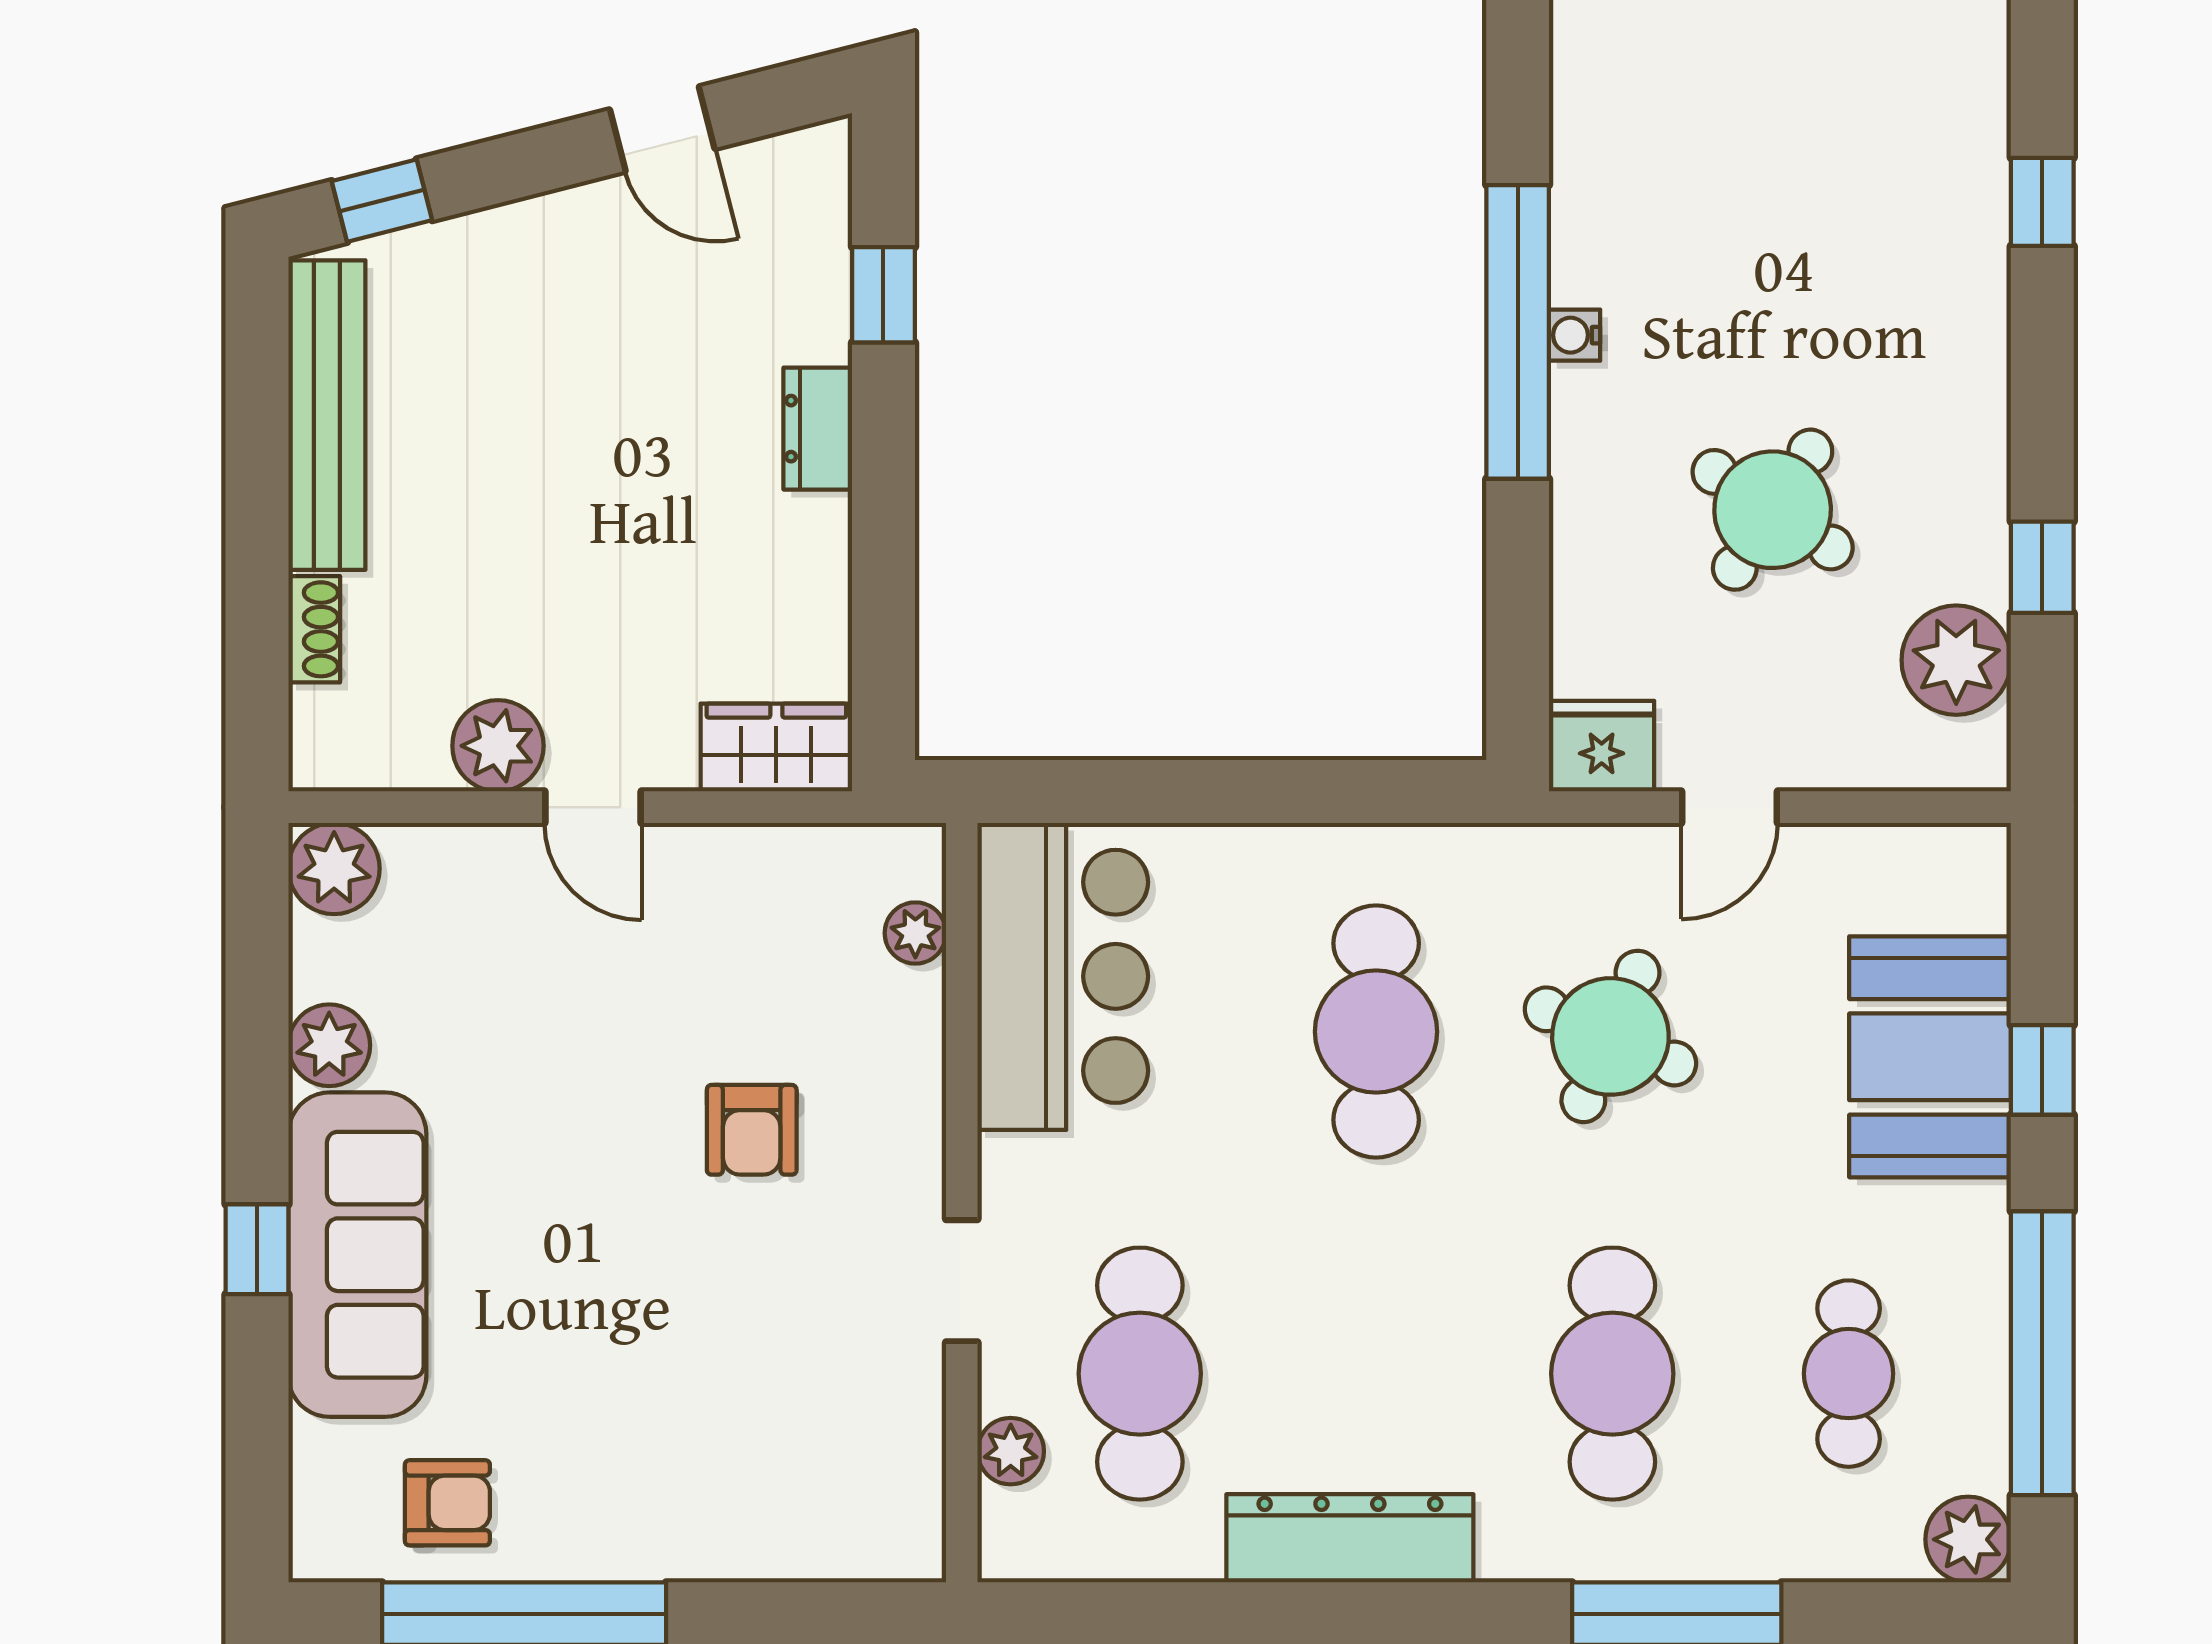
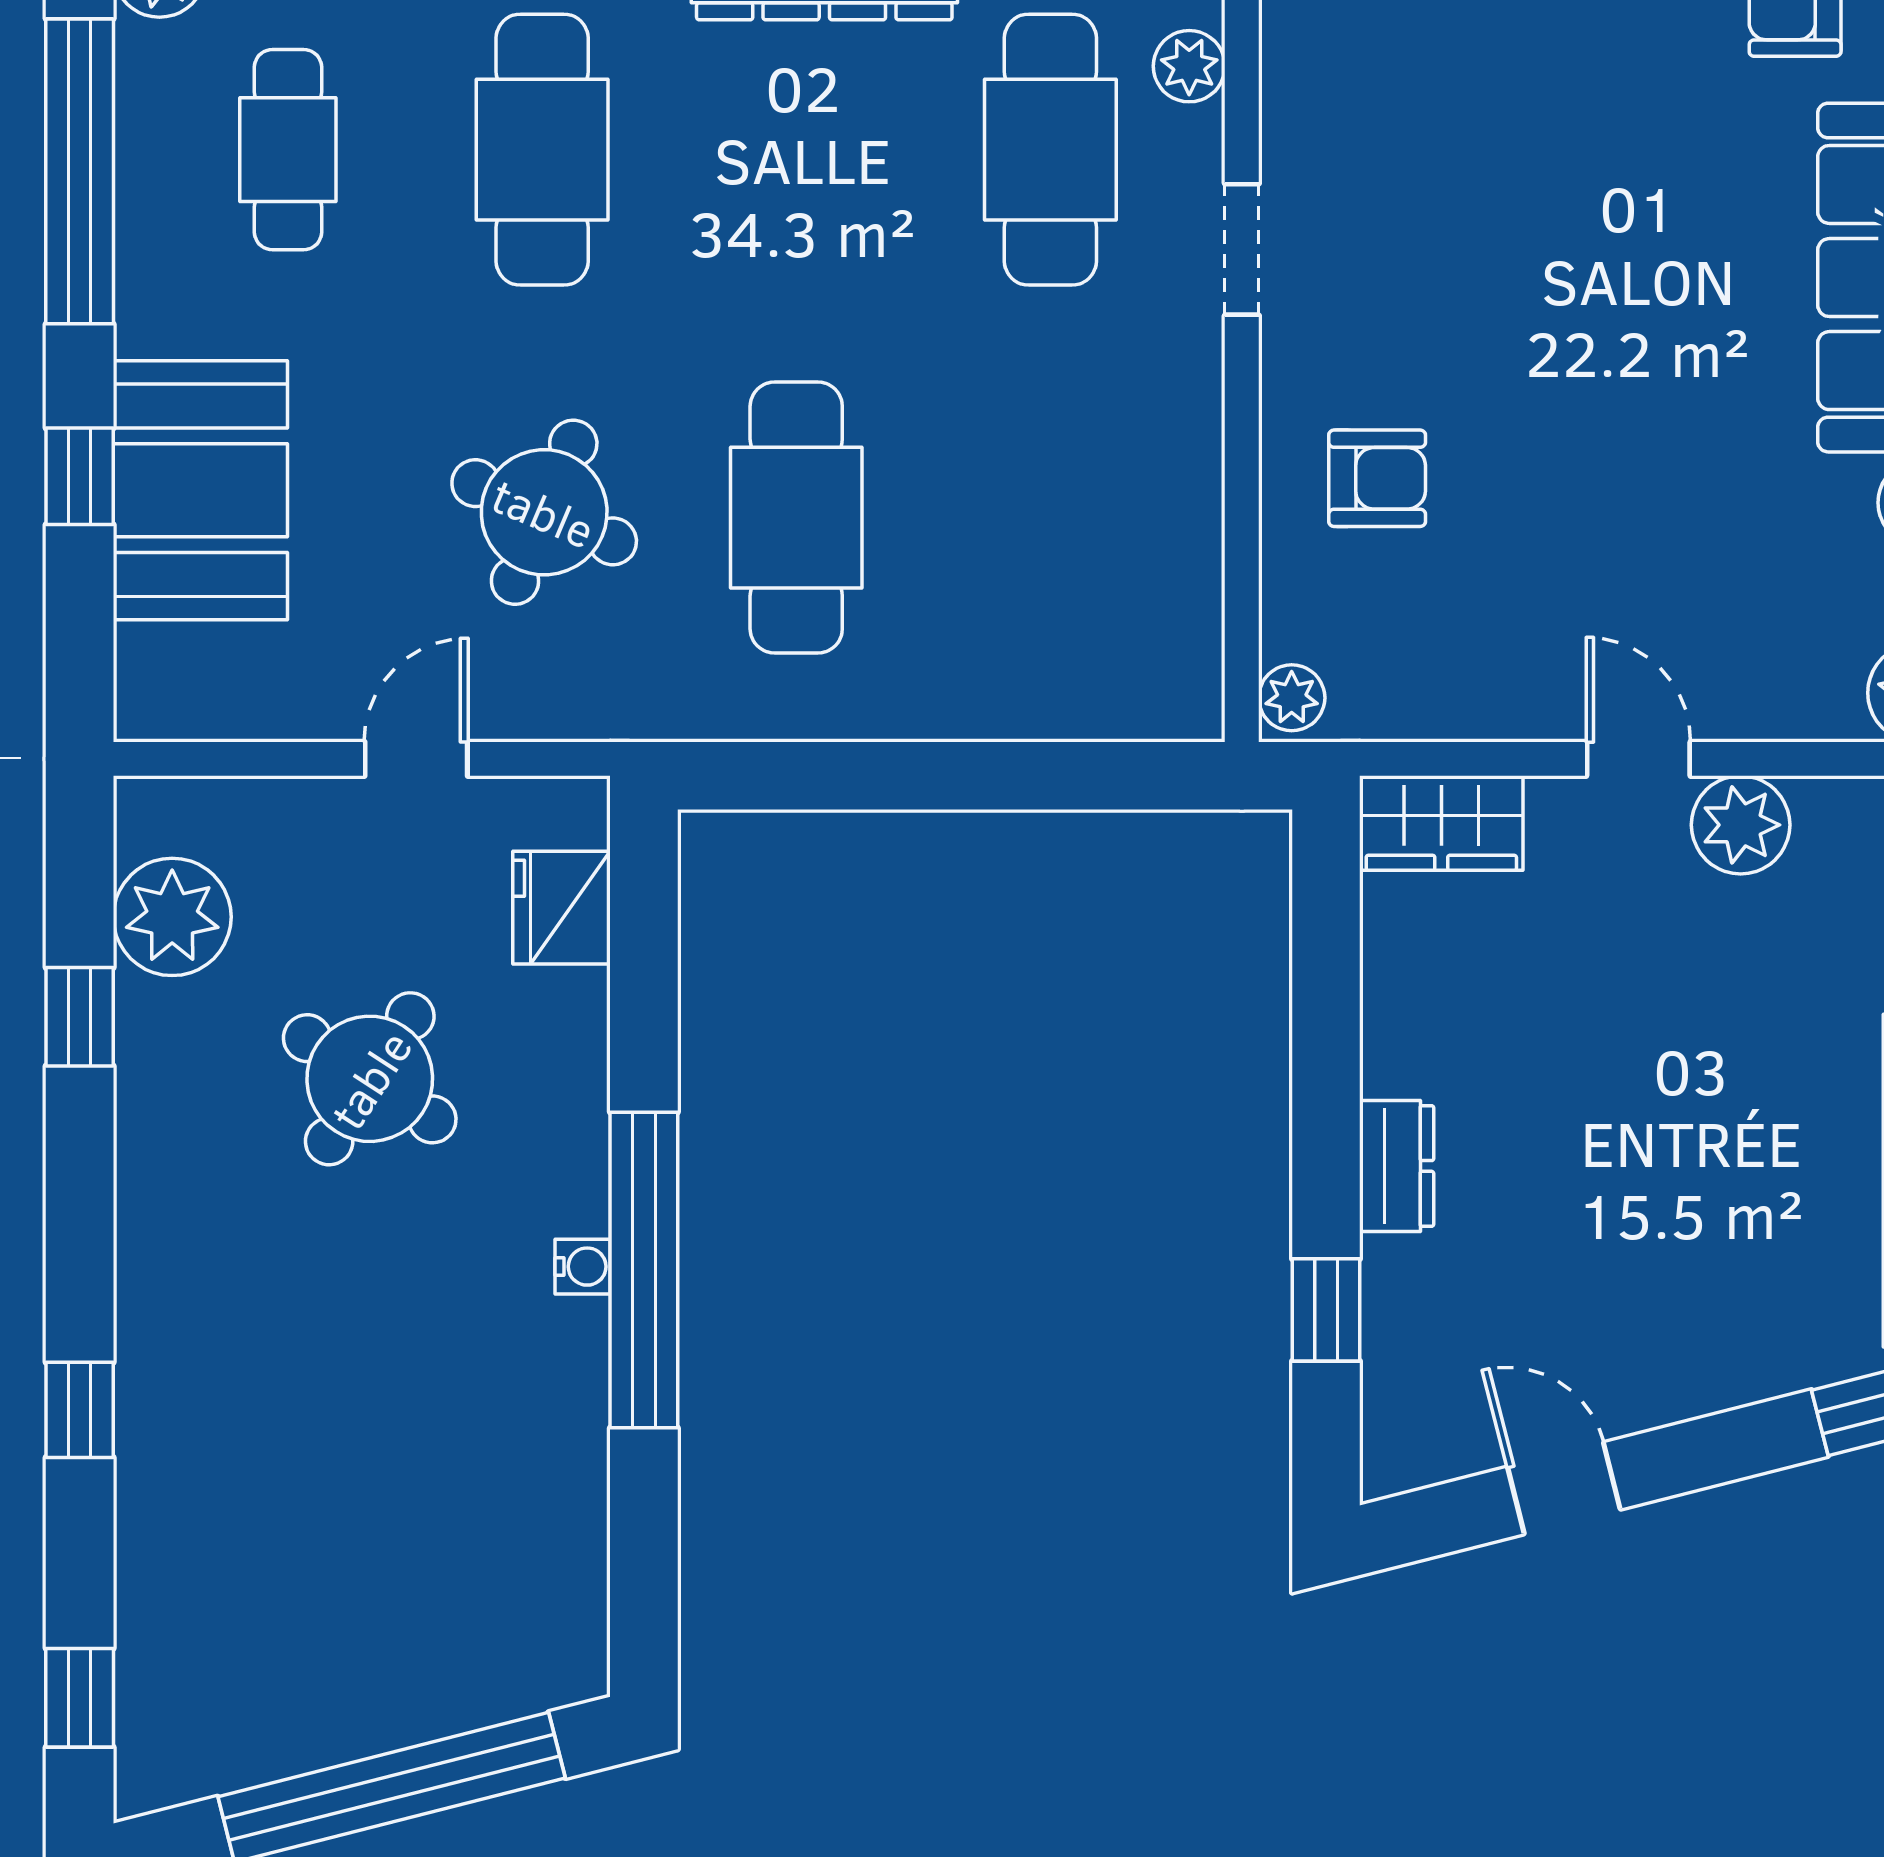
fridge: (1602, 746) -> (561, 908), moved, turned 90
plant: (915, 933) -> (1292, 698), moved
bar counter: (1063, 976) -> (1133, 577), removed
armchair: (752, 1130) -> (1377, 478), moved, turned 90

